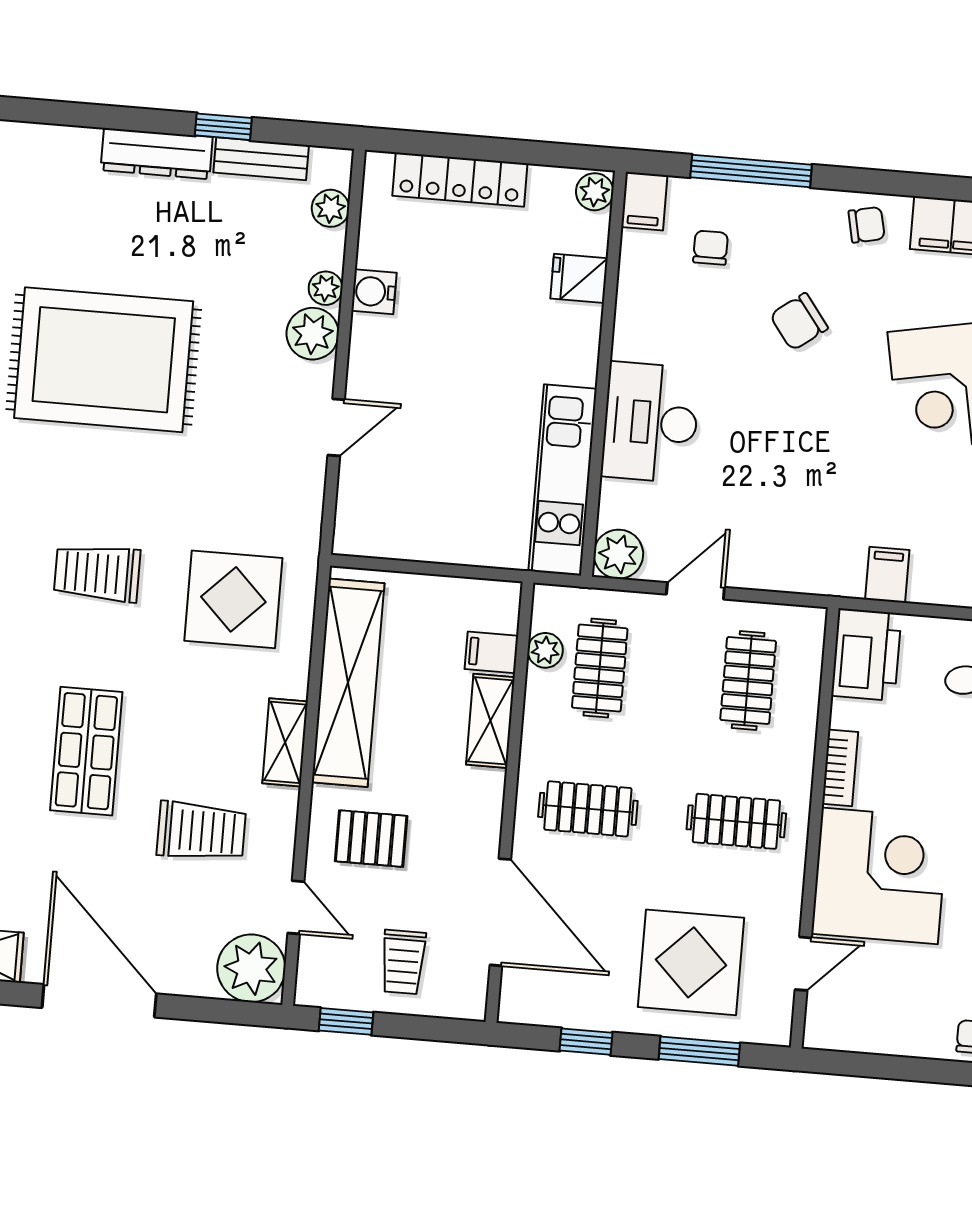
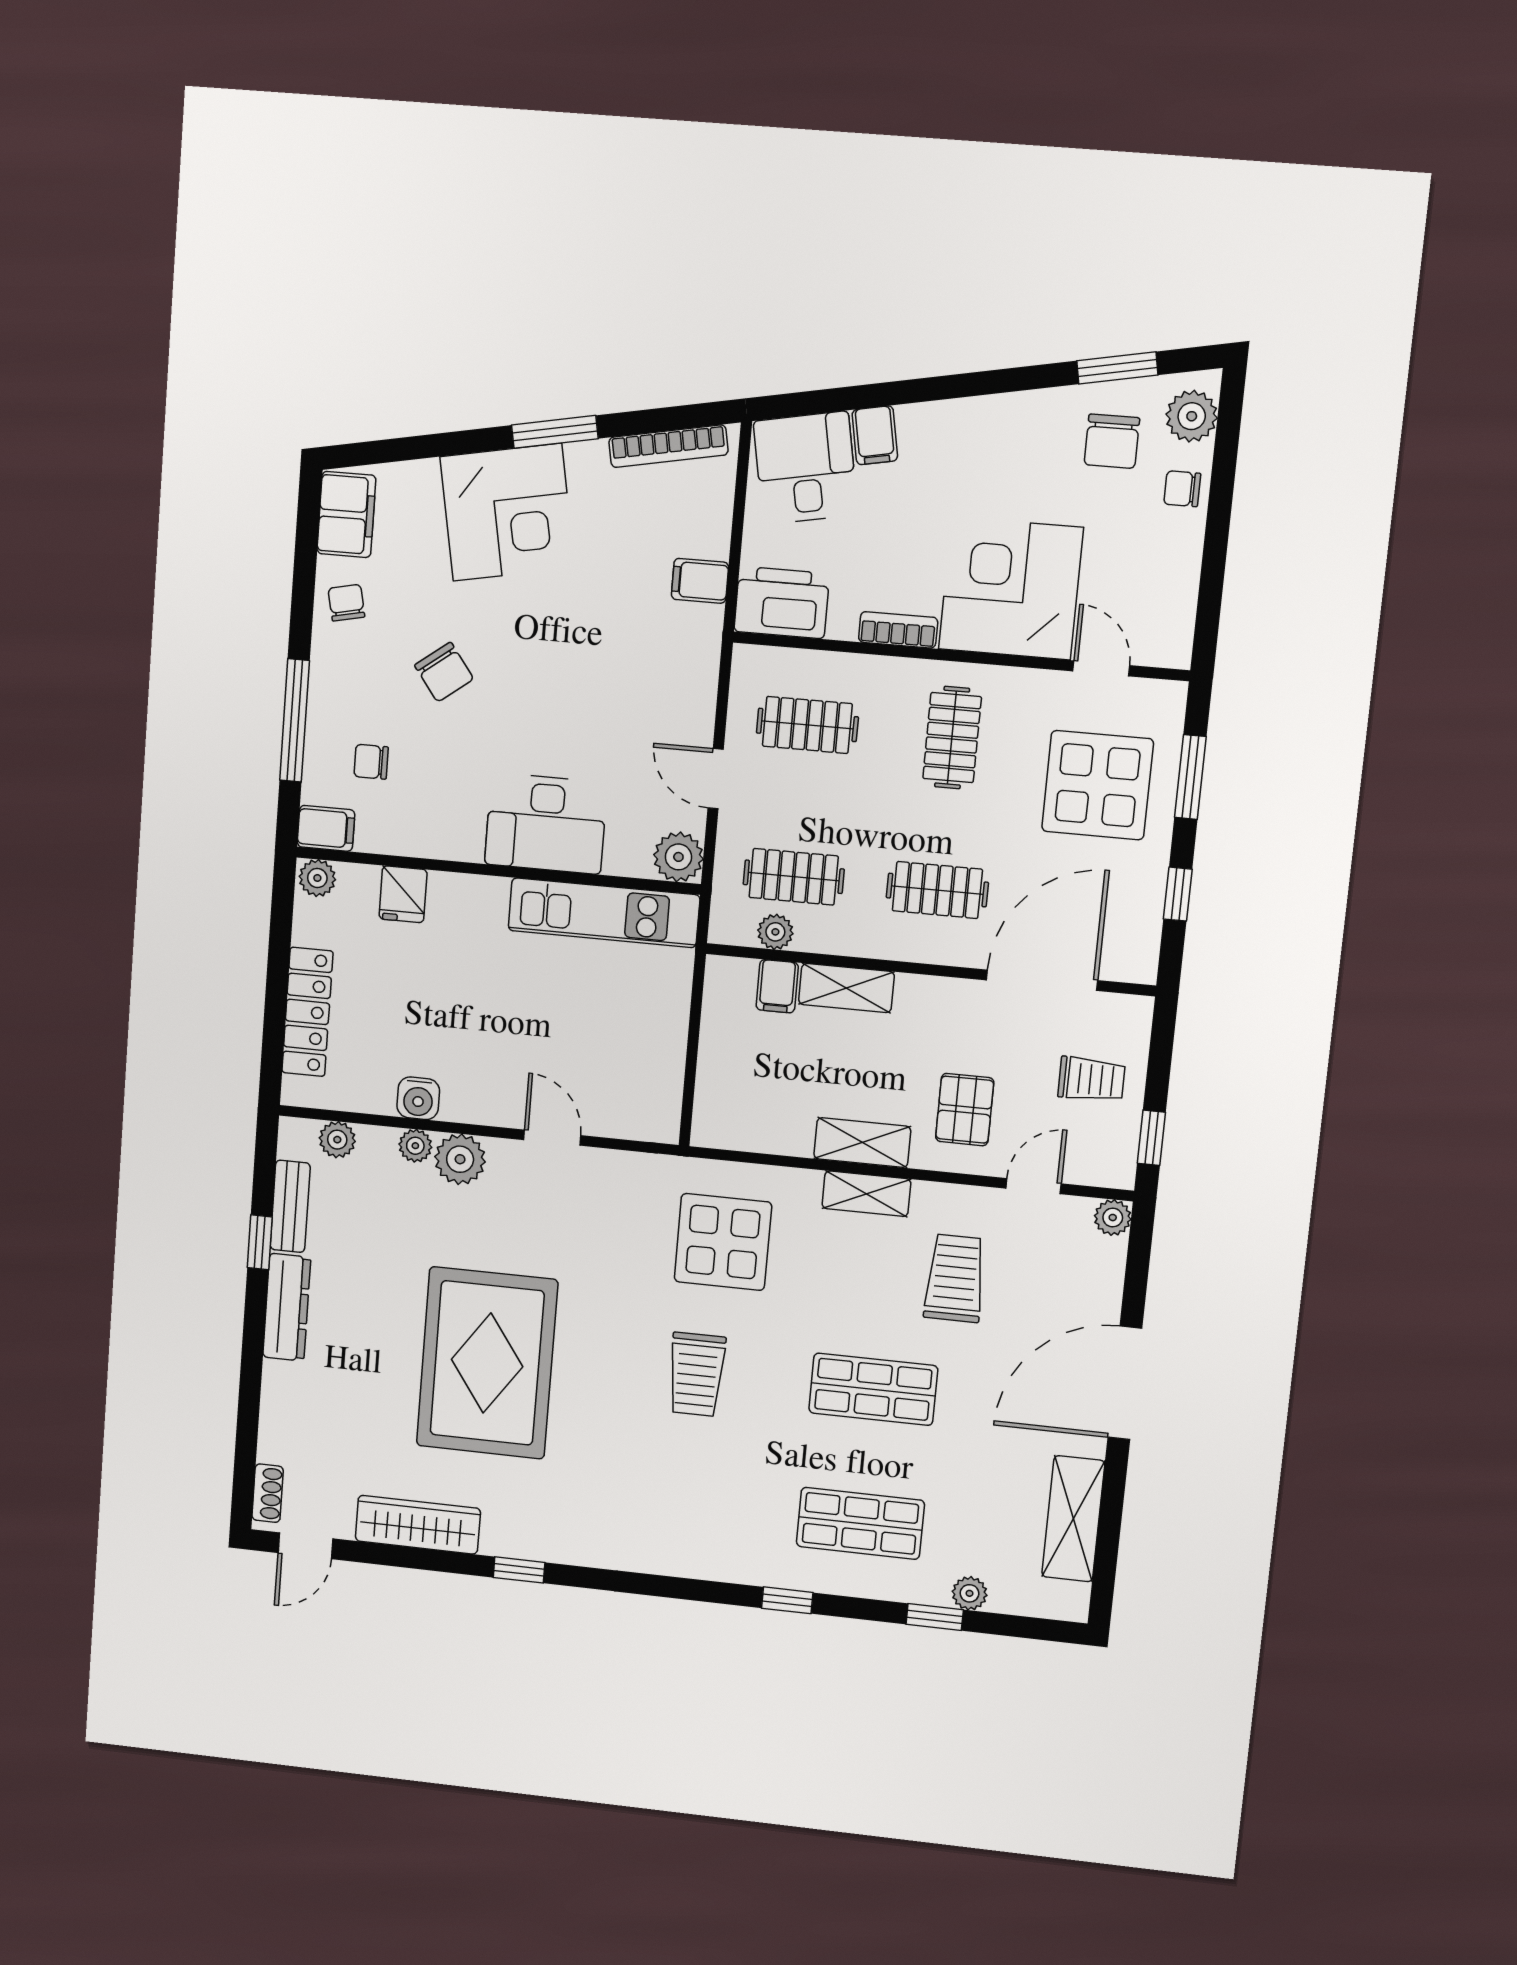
shelving: (348, 683) -> (862, 1143), width x0.45, depth x0.75
clothes rail: (588, 809) -> (937, 890), turned 90
plant: (251, 968) -> (1113, 1218), width x0.53, depth x0.53

